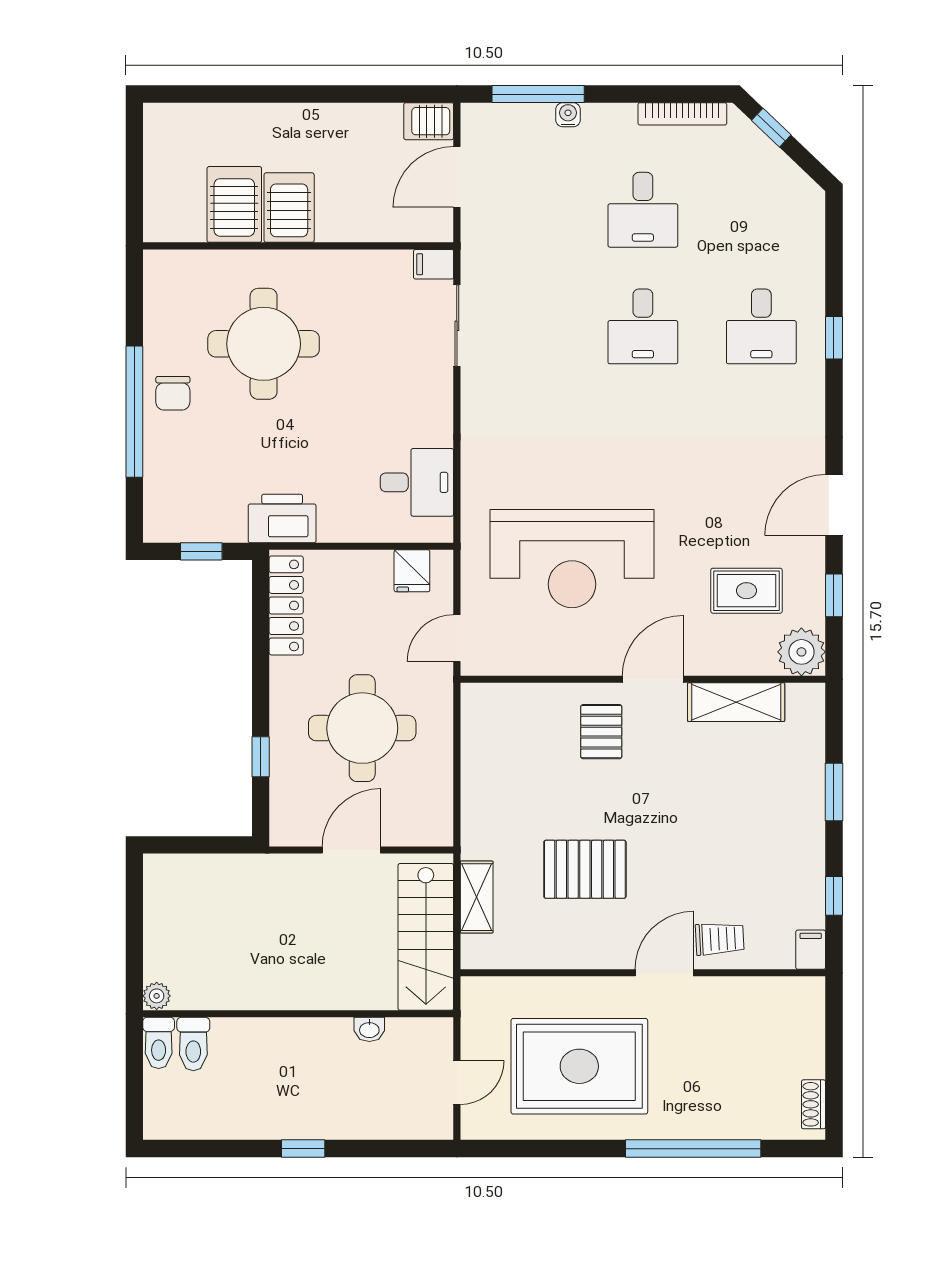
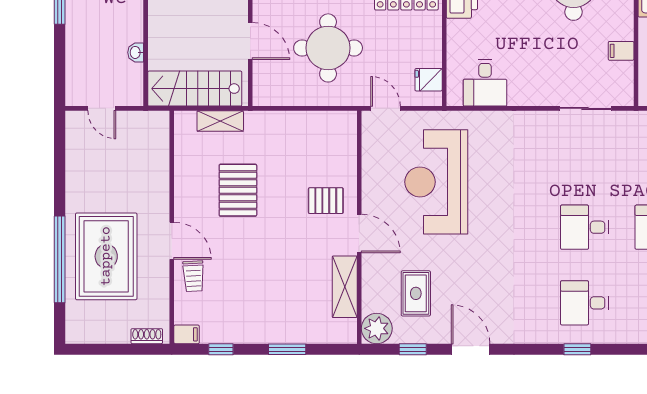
filing cabinet: (434, 264) -> (621, 51), moved, turned -90
rug: (579, 1066) -> (106, 256), moved
shoe rack: (814, 1104) -> (147, 336), moved

